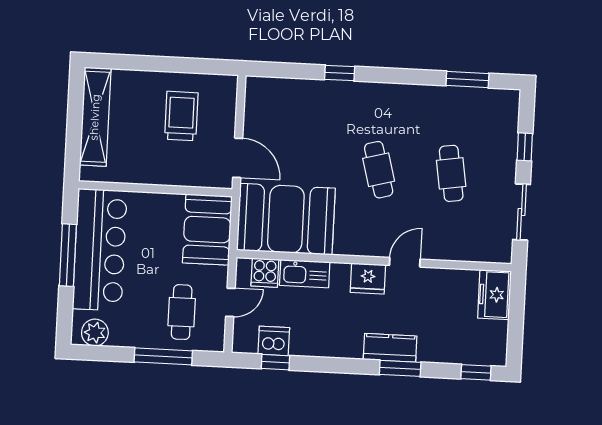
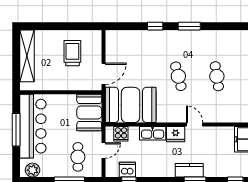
window: (467, 79) -> (189, 26), moved
door: (238, 158) -> (103, 74), hinge flipped
door: (405, 262) -> (195, 125), hinge flipped
kitchen sink: (305, 274) -> (153, 133), moved

